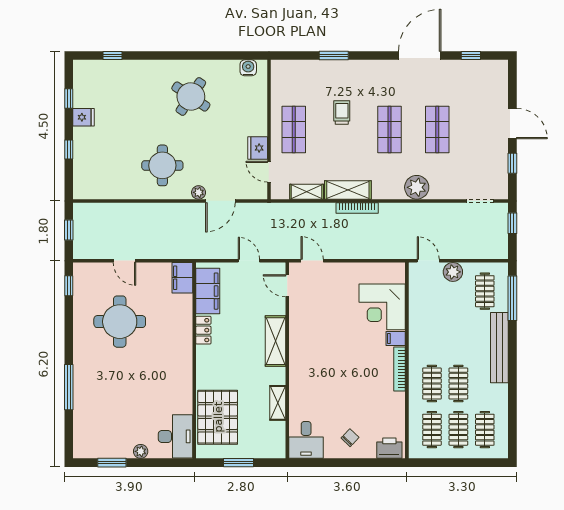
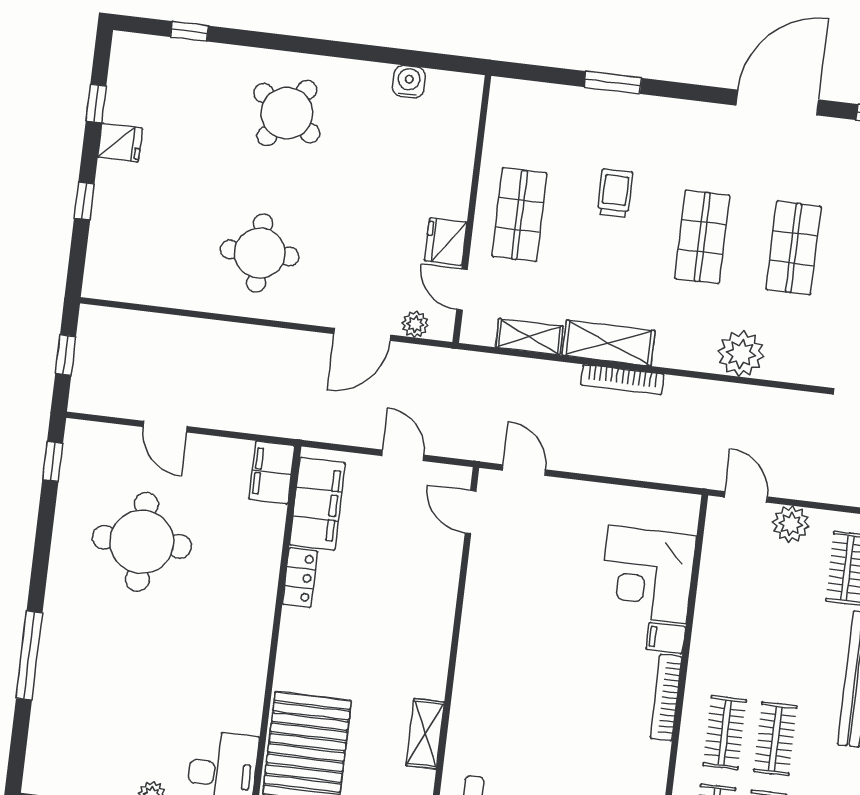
water cooler: (248, 68) -> (409, 82), moved
round table: (191, 97) -> (287, 113), moved
plant: (199, 192) -> (415, 324), moved
shelving: (275, 341) -> (435, 615), removed

